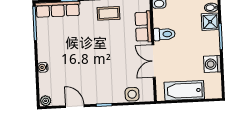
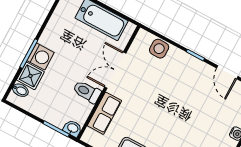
double door: (154, 61) -> (115, 70), swing flipped
washing machine: (212, 64) -> (41, 57), moved

